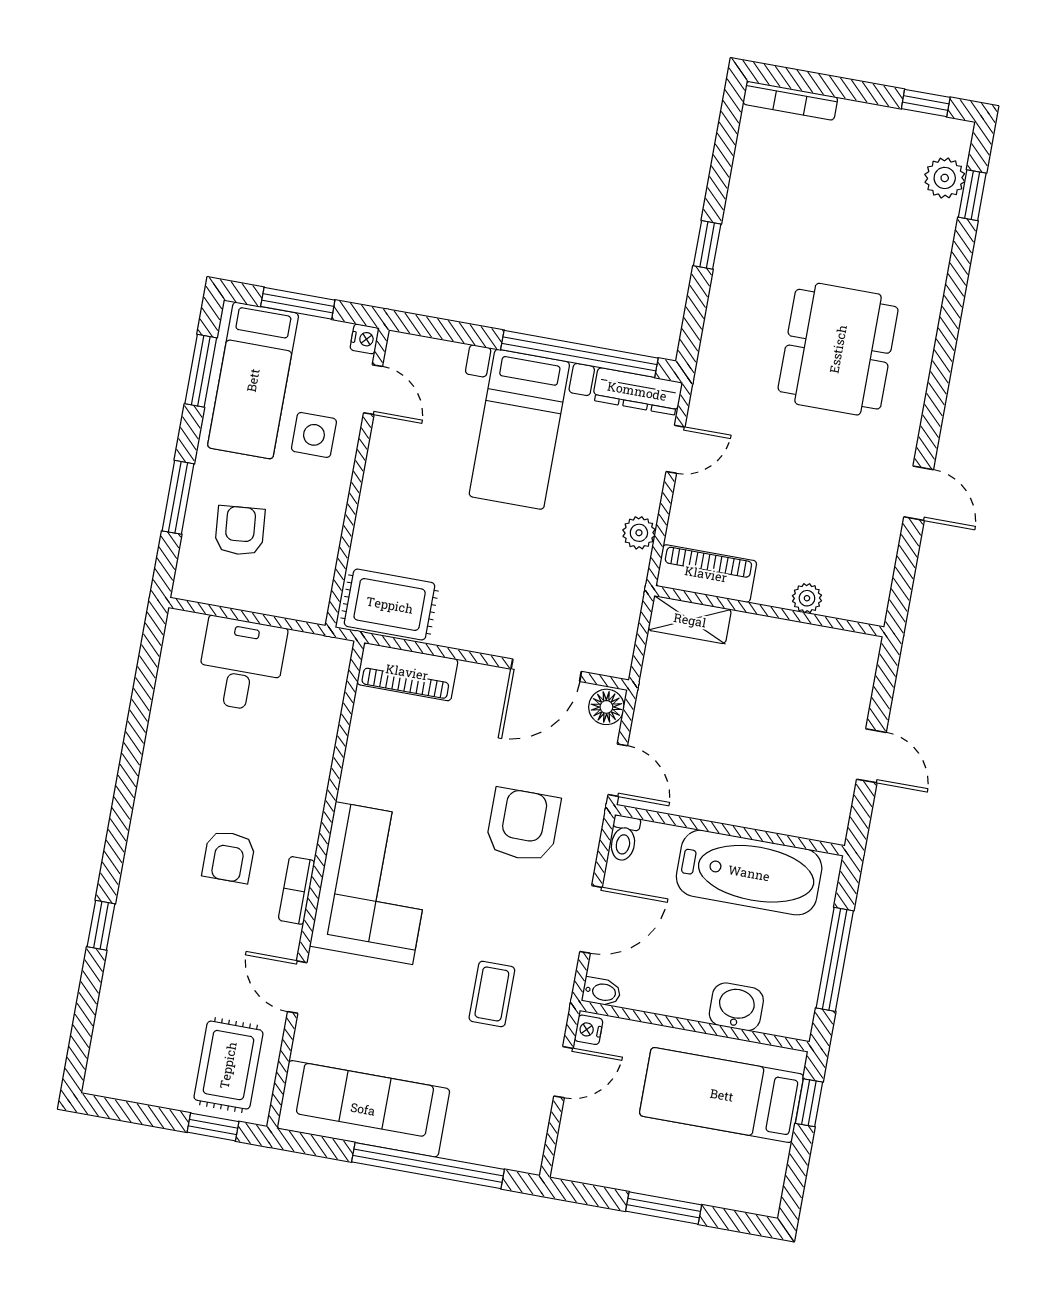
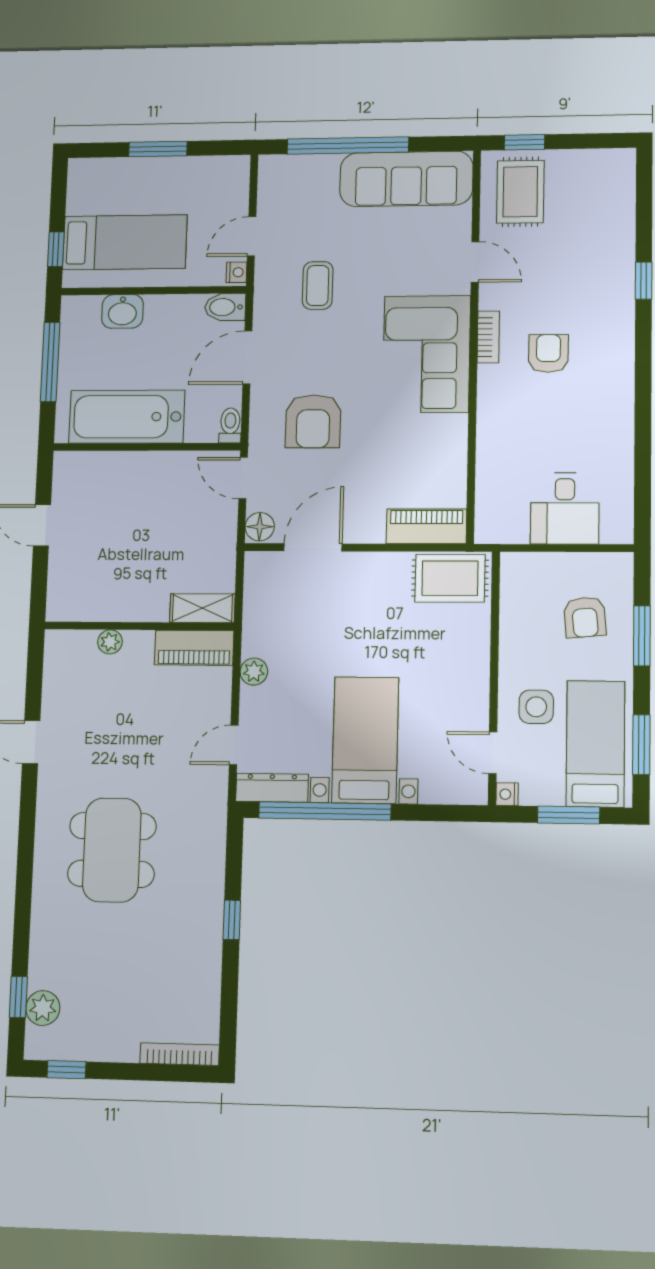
bidet: (601, 992) -> (225, 307), width x1.38, depth x1.36

